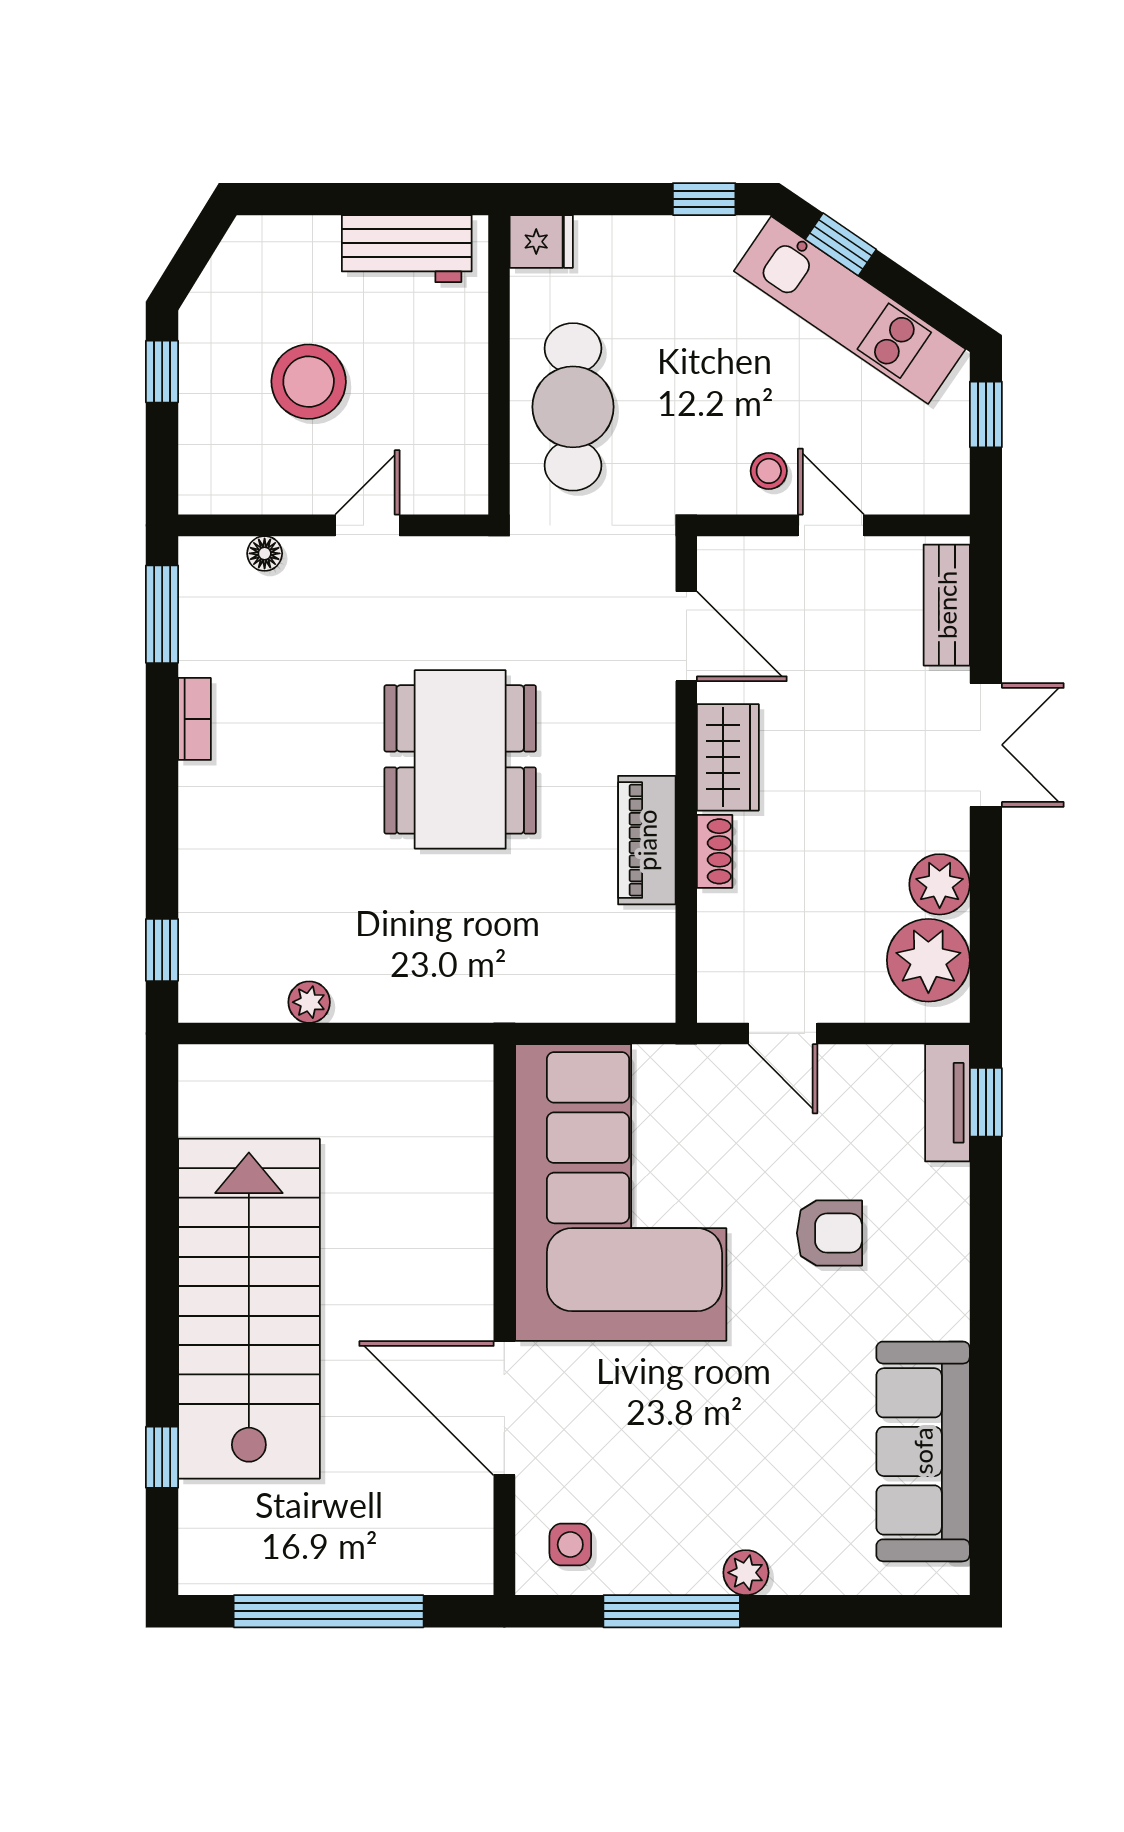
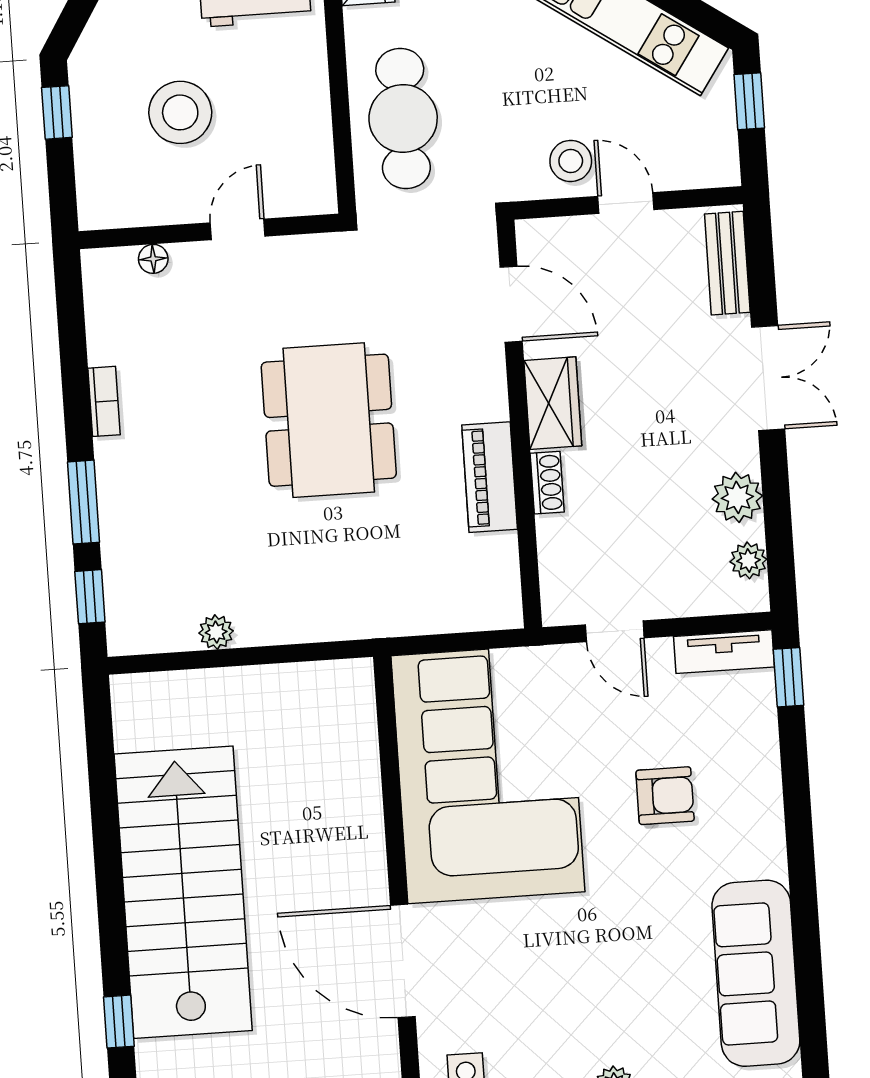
stool: (769, 471) -> (571, 161), width x1.37, depth x1.37
window: (162, 614) -> (83, 502), moved
plant: (928, 960) -> (748, 560), width x0.53, depth x0.53
tv unit: (947, 1103) -> (724, 652), moved, turned -90

